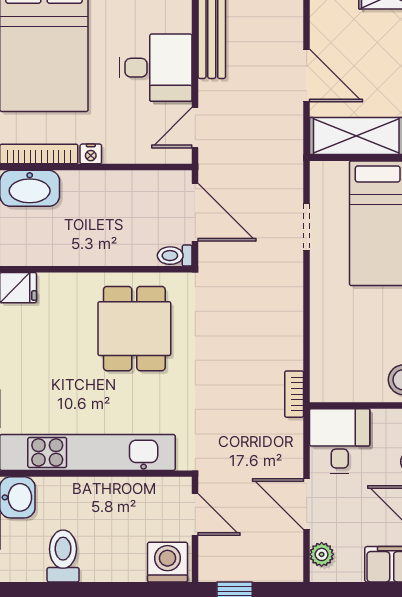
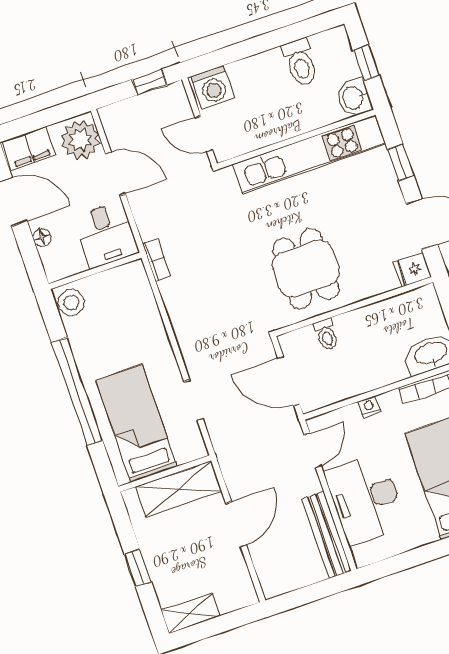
desk: (156, 68) -> (365, 498), width x1.37
door: (307, 75) -> (236, 524), swing flipped
nightstand: (91, 154) -> (369, 407), moved
toilet: (175, 256) -> (326, 335), moved, turned 90
plant: (322, 554) -> (80, 140), width x1.88, depth x1.88

